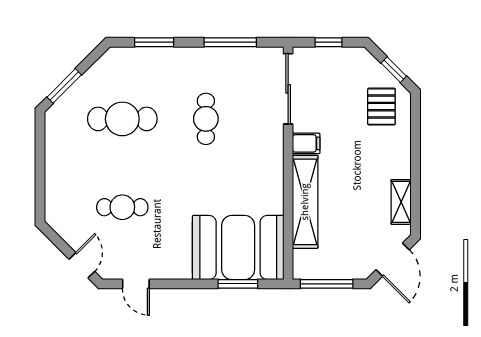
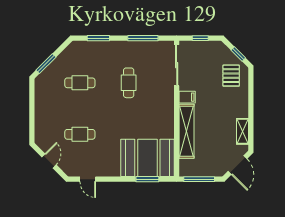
cafe table: (122, 119) -> (80, 83), width x0.73, depth x0.74
door: (82, 265) -> (49, 161), moved

